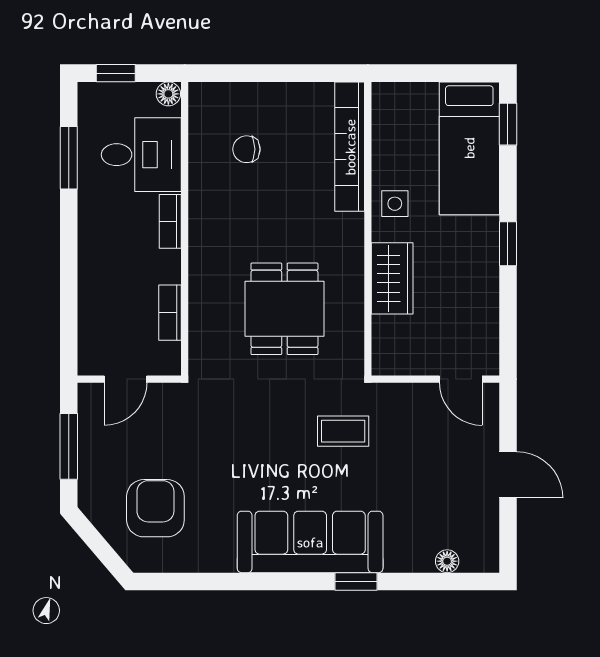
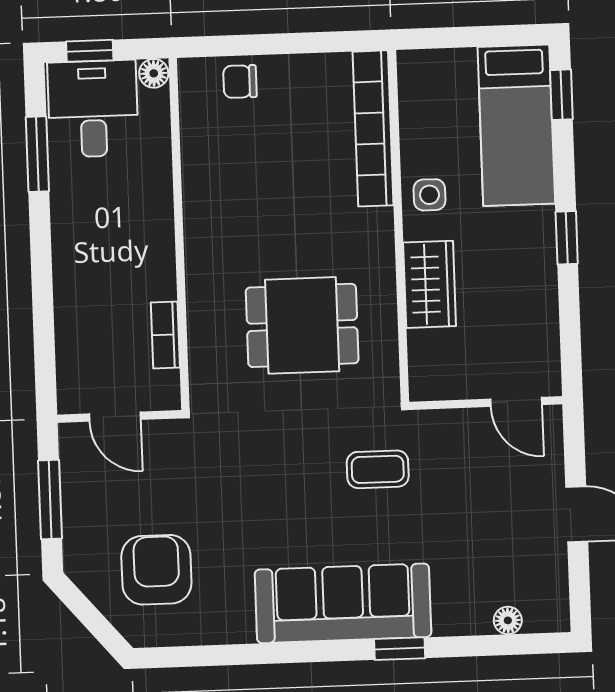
chair: (246, 149) -> (240, 82), moved
desk: (141, 155) -> (93, 109), moved, turned -90
bookcase: (170, 221) -> (162, 226), removed
dining table: (284, 309) -> (302, 325), turned 90
door: (125, 379) -> (115, 417), hinge flipped

